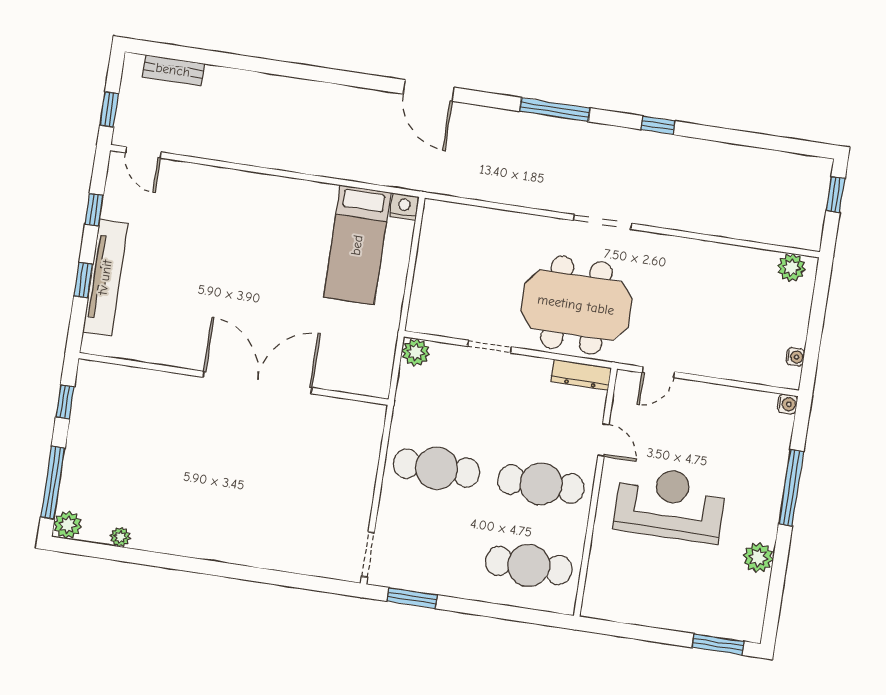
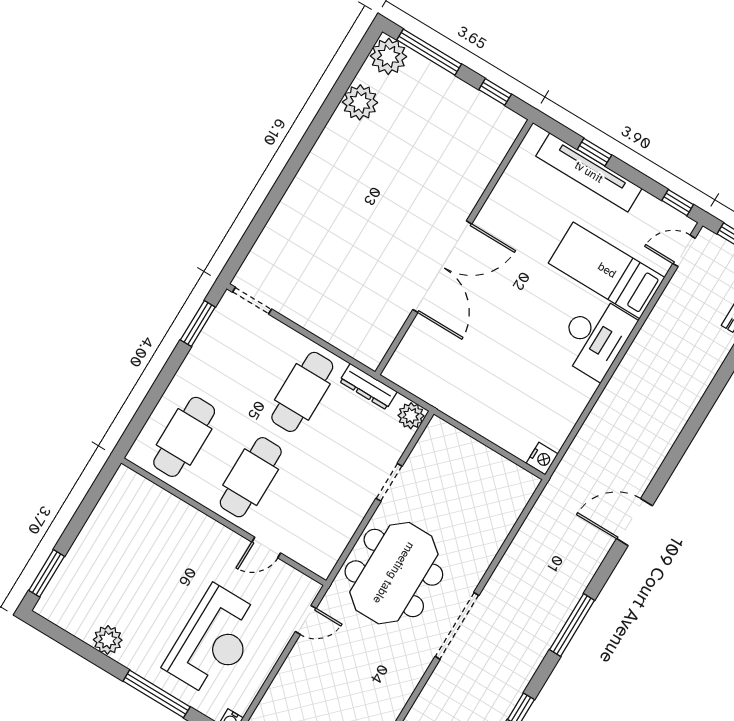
desk: (264, 204) -> (595, 337), added
window: (94, 210) -> (678, 203), moved
doorway: (602, 222) -> (457, 626), width x1.36
bed: (357, 245) -> (607, 270), moved
door: (658, 372) -> (306, 620), swing flipped
dresser: (581, 375) -> (368, 387), moved, turned -90
reception desk: (670, 504) -> (214, 641), moved
plant: (68, 525) -> (389, 56), width x1.36, depth x1.36
plant: (120, 537) -> (360, 102), width x1.88, depth x1.88

